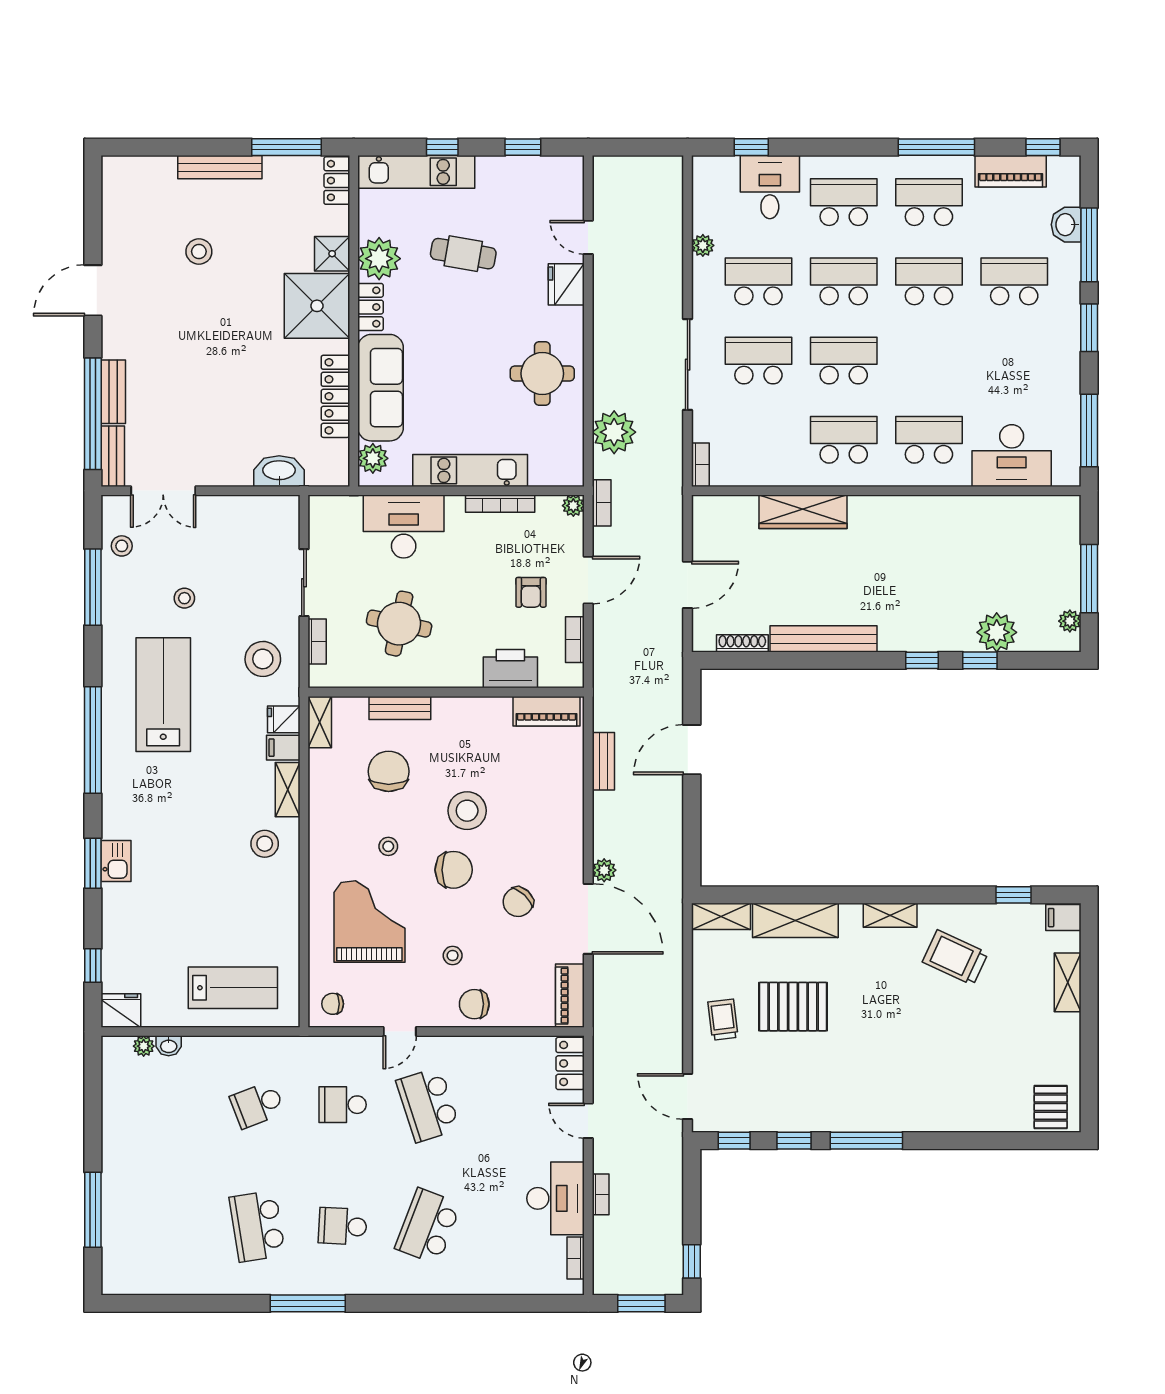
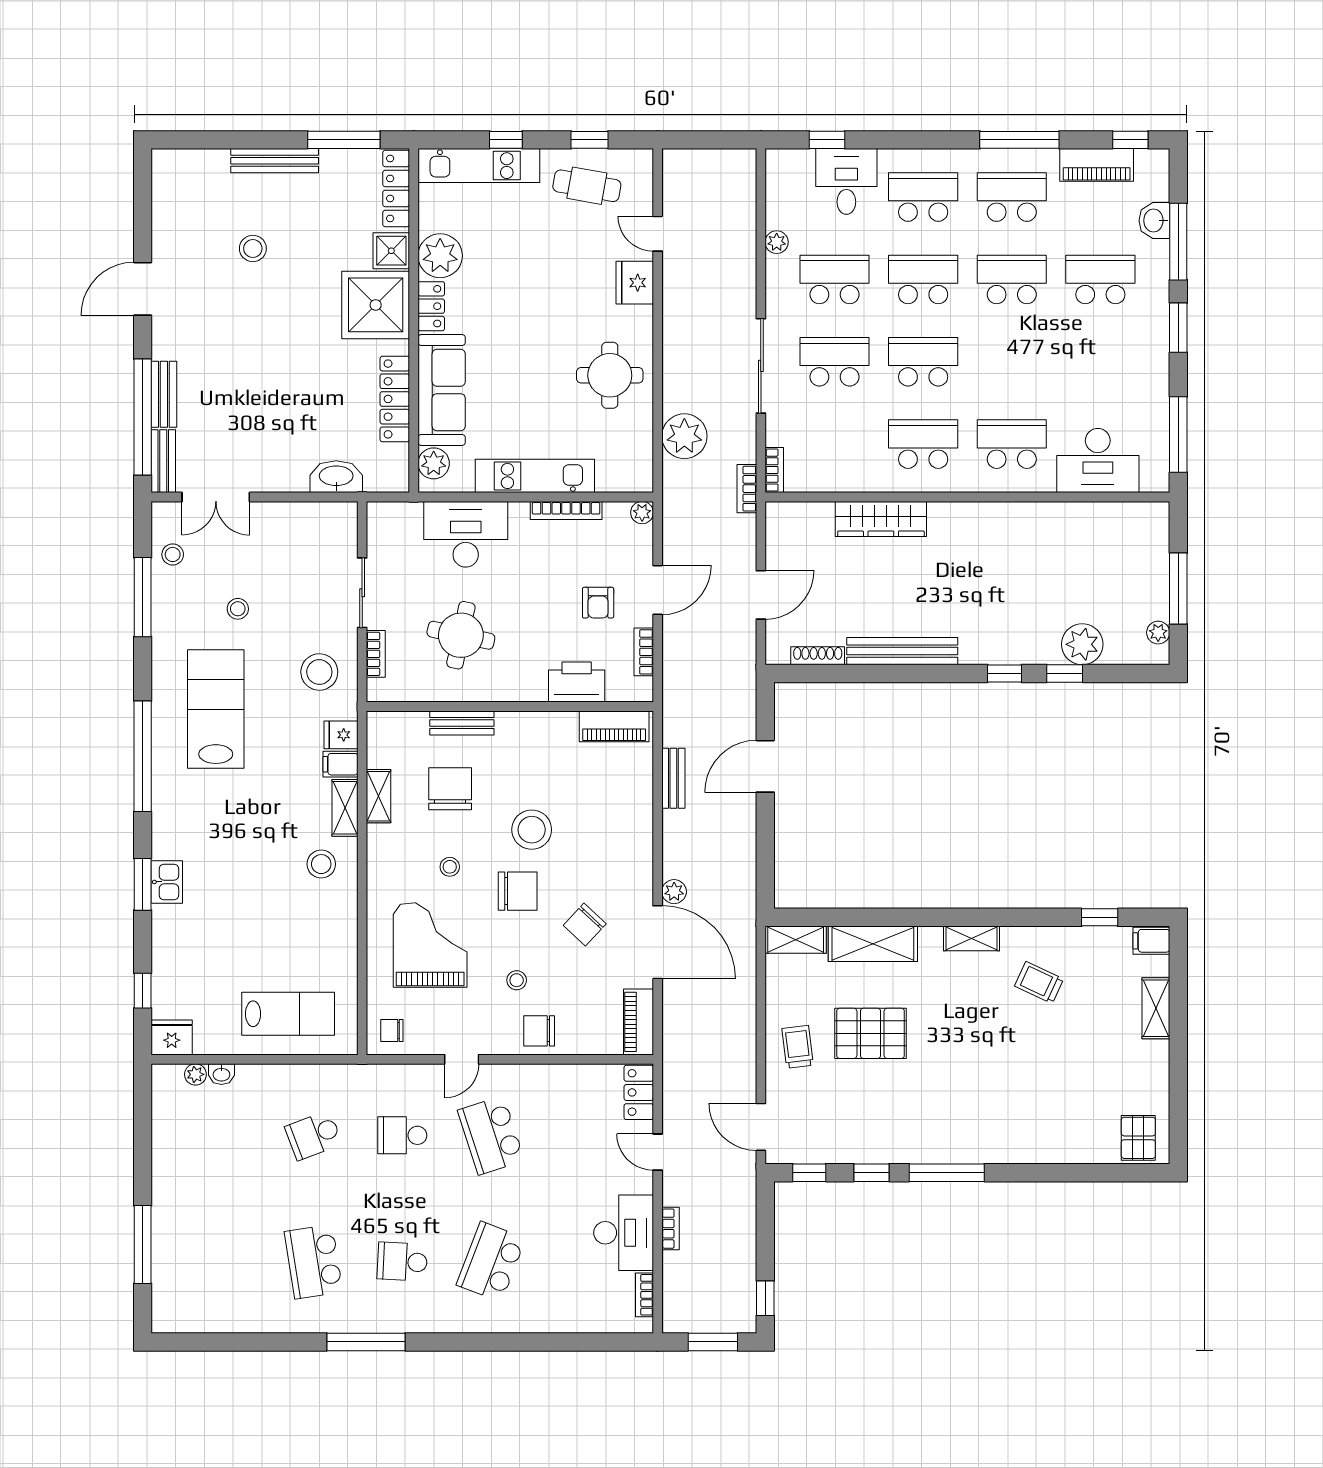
locker: (337, 181) -> (396, 188), width x1.53
cafe table: (463, 254) -> (587, 186), moved
bookcase: (602, 503) -> (747, 489), moved, turned 180
shelving: (320, 722) -> (378, 796), moved
trolley: (955, 958) -> (1039, 982), width x0.73, depth x0.72

